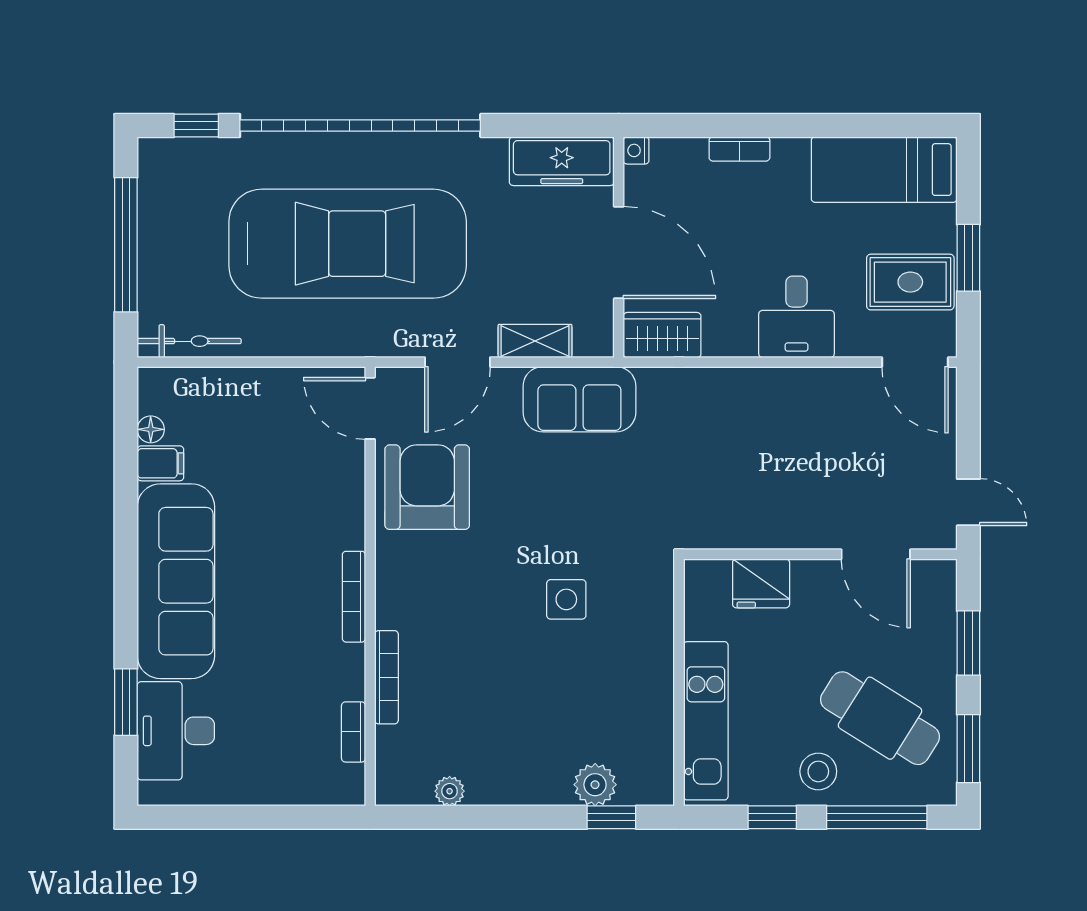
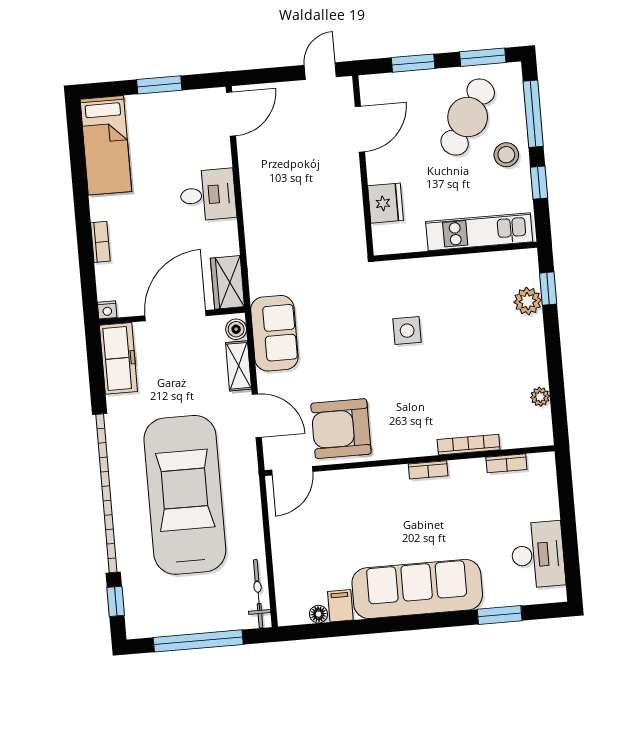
rug: (910, 282) -> (178, 122), removed
boiler: (590, 342) -> (236, 329), added
bookcase: (354, 597) -> (428, 470), width x0.64
desk: (176, 731) -> (538, 555), moved, turned -90

